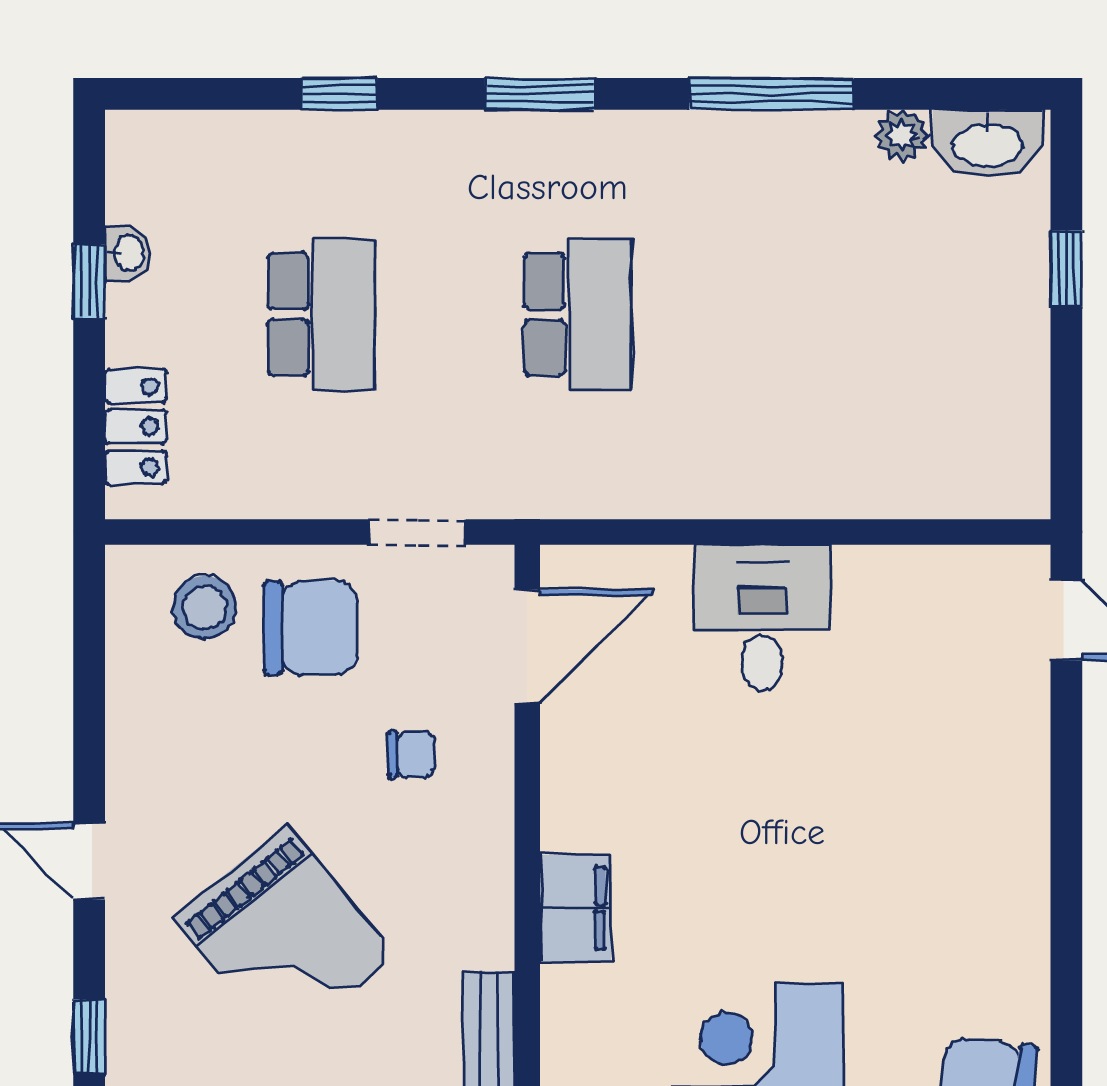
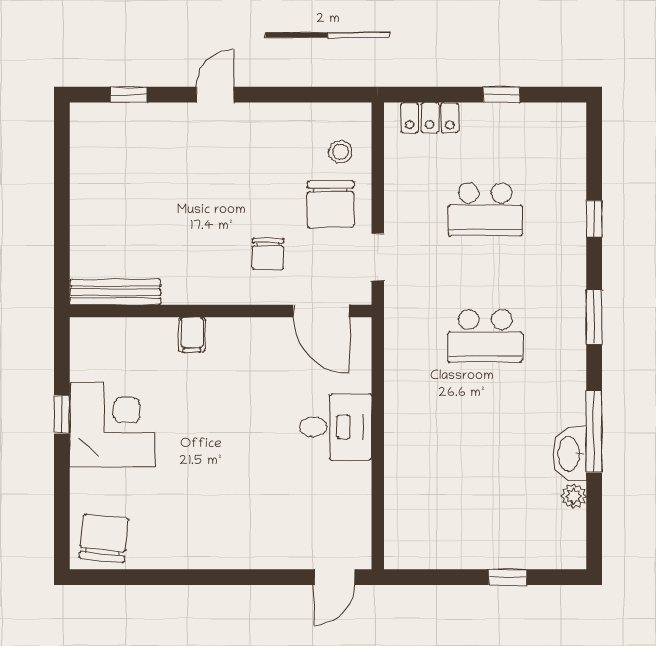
washbasin: (988, 143) -> (570, 454), moved
washbasin: (128, 253) -> (515, 114), removed
stool: (205, 608) -> (340, 152), width x0.73, depth x0.73
chair: (411, 754) -> (268, 254), width x1.37, depth x1.37
filing cabinet: (575, 908) -> (192, 335), width x0.50
grand piano: (284, 937) -> (178, 191), removed

